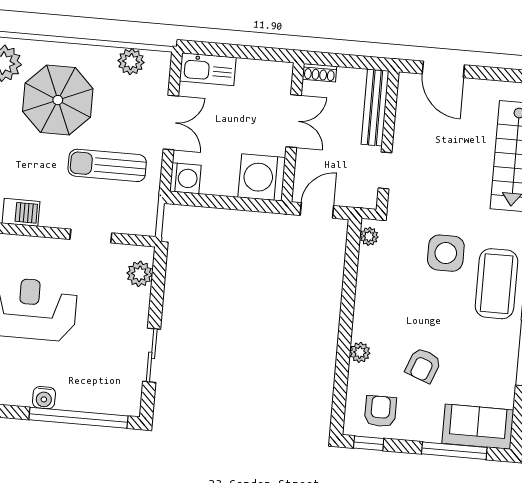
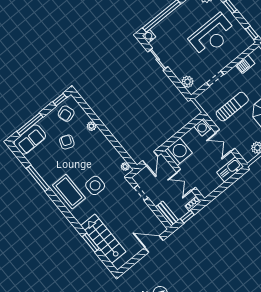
window: (349, 61) -> (187, 217), added
bench: (375, 108) -> (167, 214), width x0.73
water cooler: (44, 398) -> (149, 36), moved
armchair: (380, 411) -> (66, 114), turned 72

